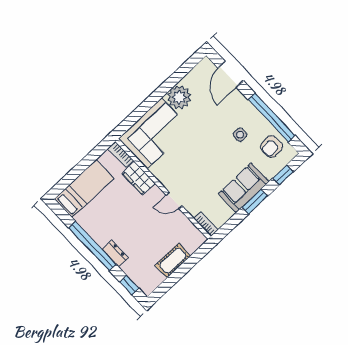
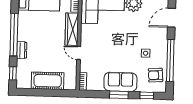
wardrobe: (139, 178) -> (72, 29), width x1.50
cot: (173, 261) -> (48, 81), width x1.37, depth x1.34

